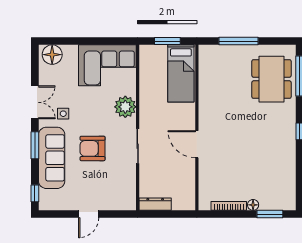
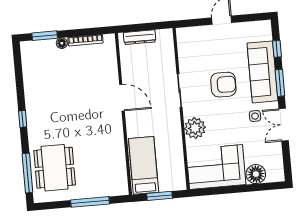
floor lamp: (52, 55) -> (256, 174), moved
window: (35, 193) -> (277, 49), moved
dresser: (155, 204) -> (140, 37), moved

